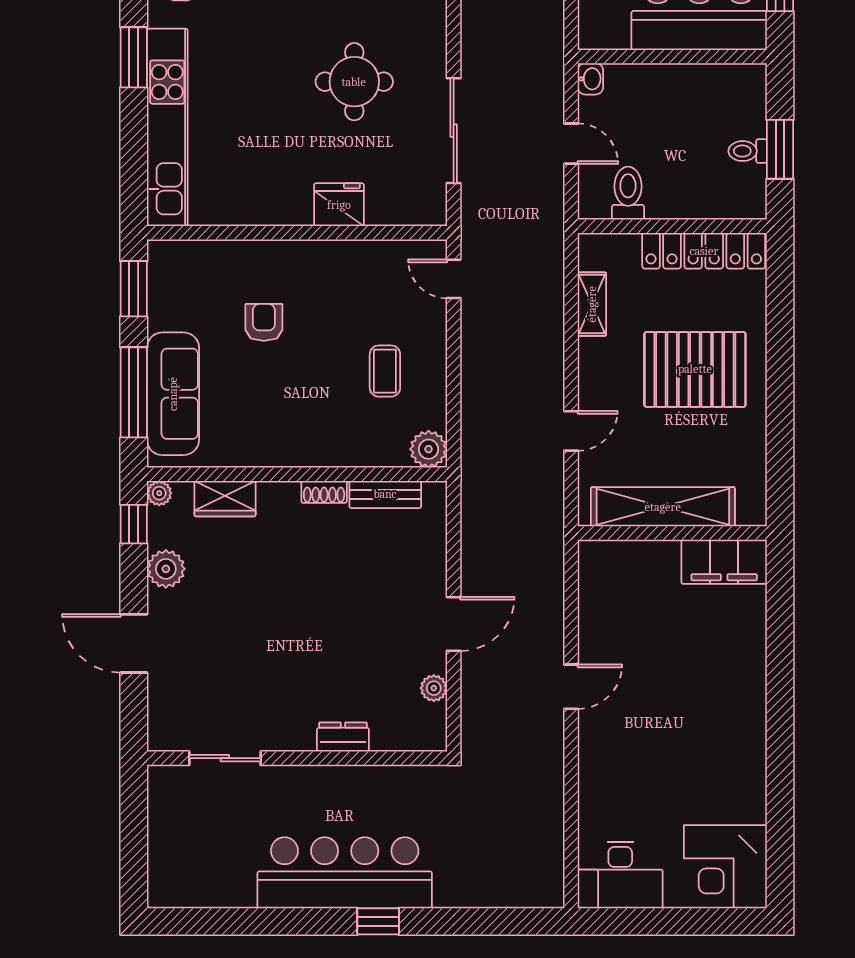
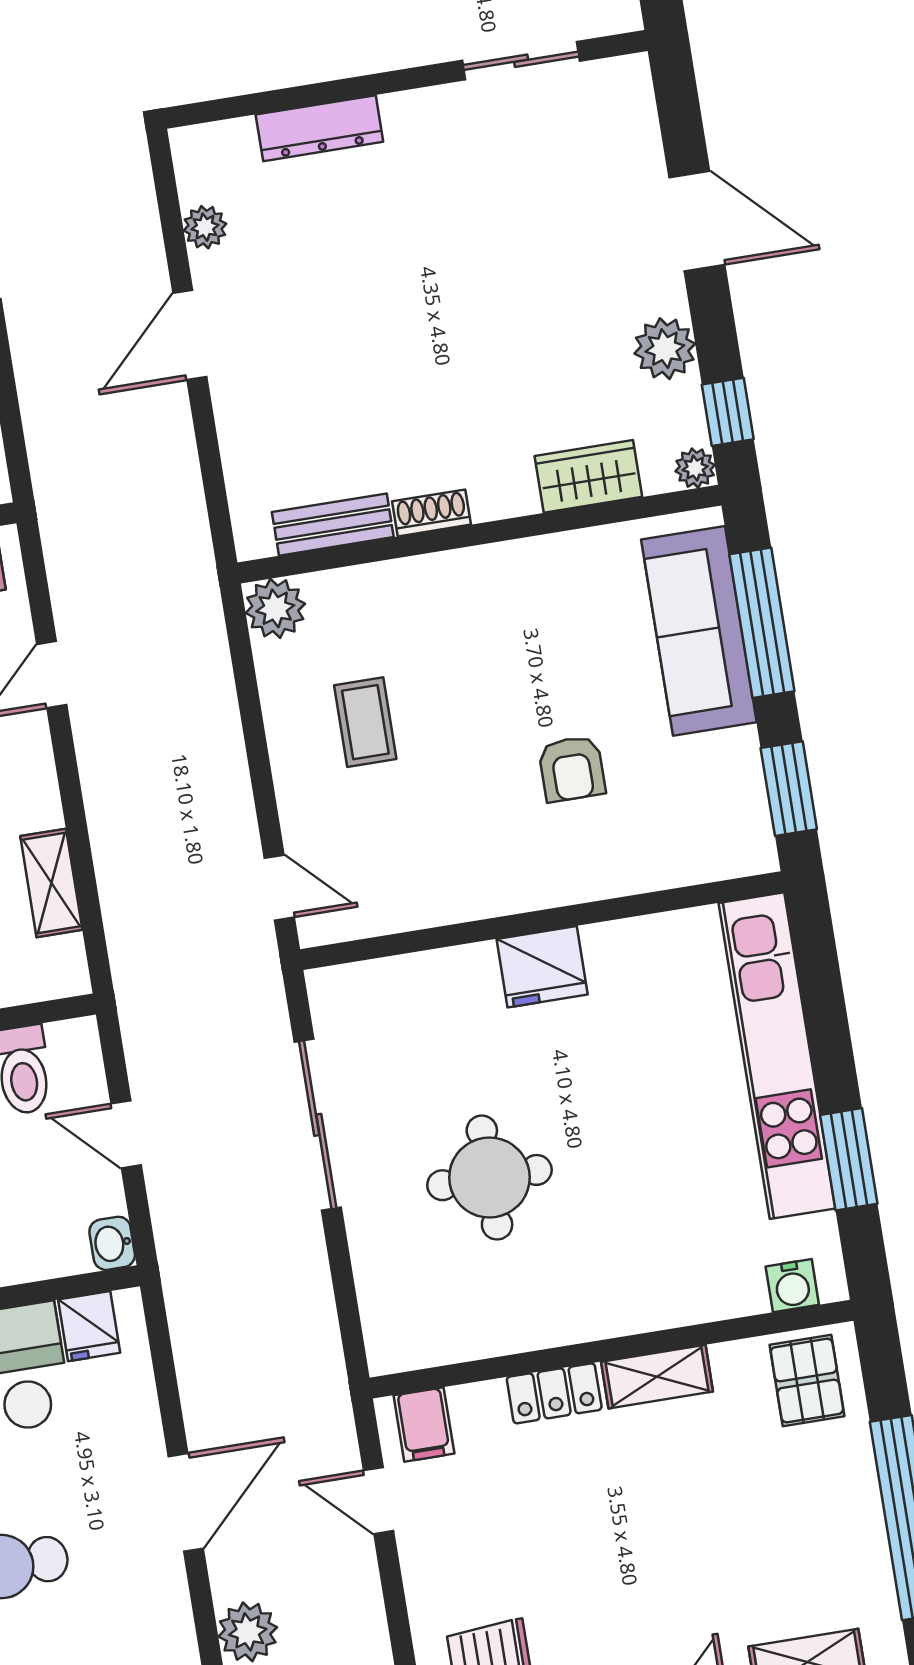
fridge: (613, 31) -> (89, 1326), added
fridge: (339, 205) -> (542, 967), moved
dresser: (343, 737) -> (319, 128), width x1.44

